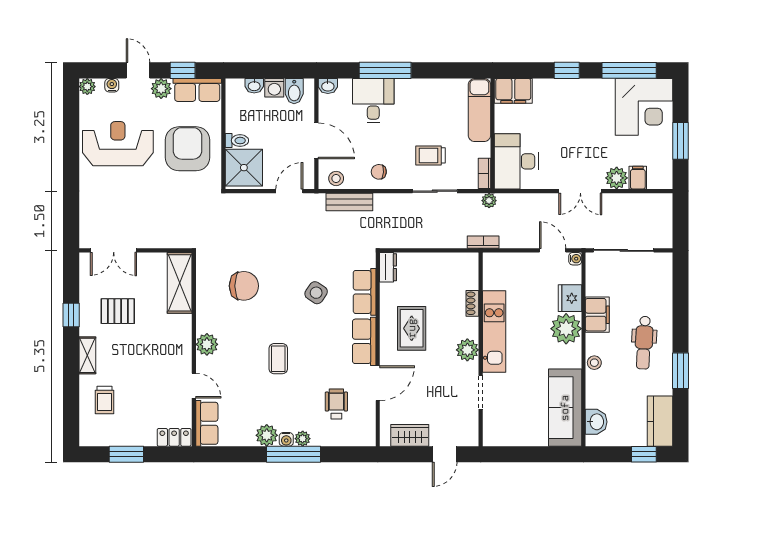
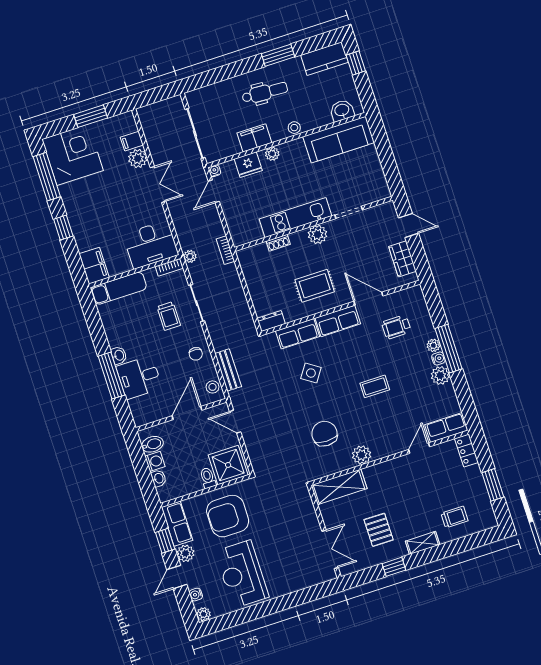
washbasin: (328, 86) -> (119, 355), moved
plant: (566, 329) -> (272, 154), width x0.53, depth x0.53
plant: (207, 344) -> (362, 455), moved

